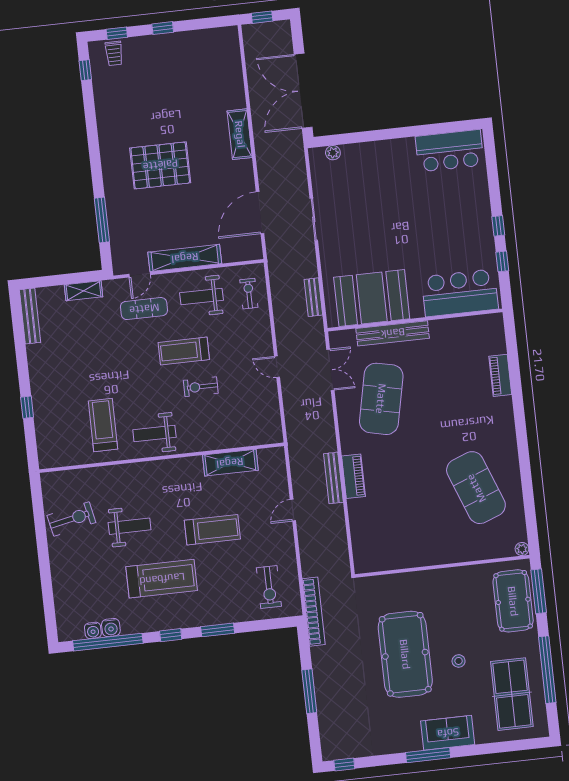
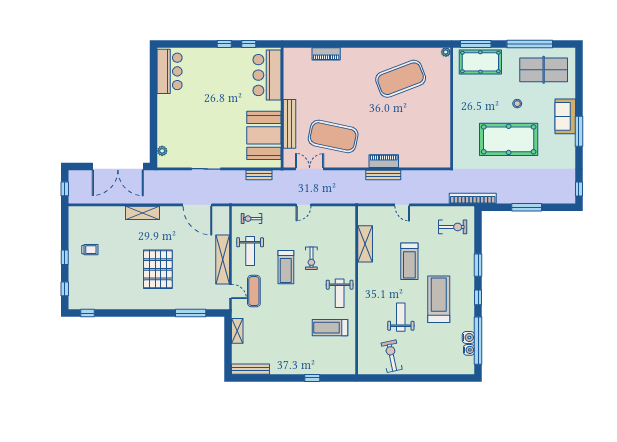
trolley: (114, 53) -> (90, 250), moved
treadmill: (212, 530) -> (409, 261), turned 180

